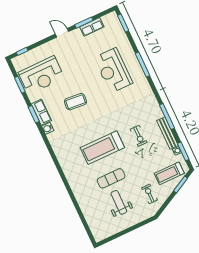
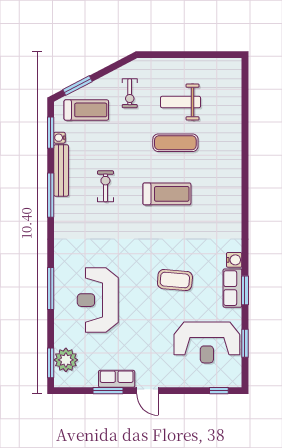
row of seats: (92, 27) -> (117, 379), moved
plant: (115, 29) -> (66, 360), added
reception desk: (113, 70) -> (98, 300), turned 180
reception desk: (41, 75) -> (207, 342), turned 180
treadmill: (102, 148) -> (167, 194), width x0.73, depth x0.73
weight bench: (119, 202) -> (181, 102), turned 90

